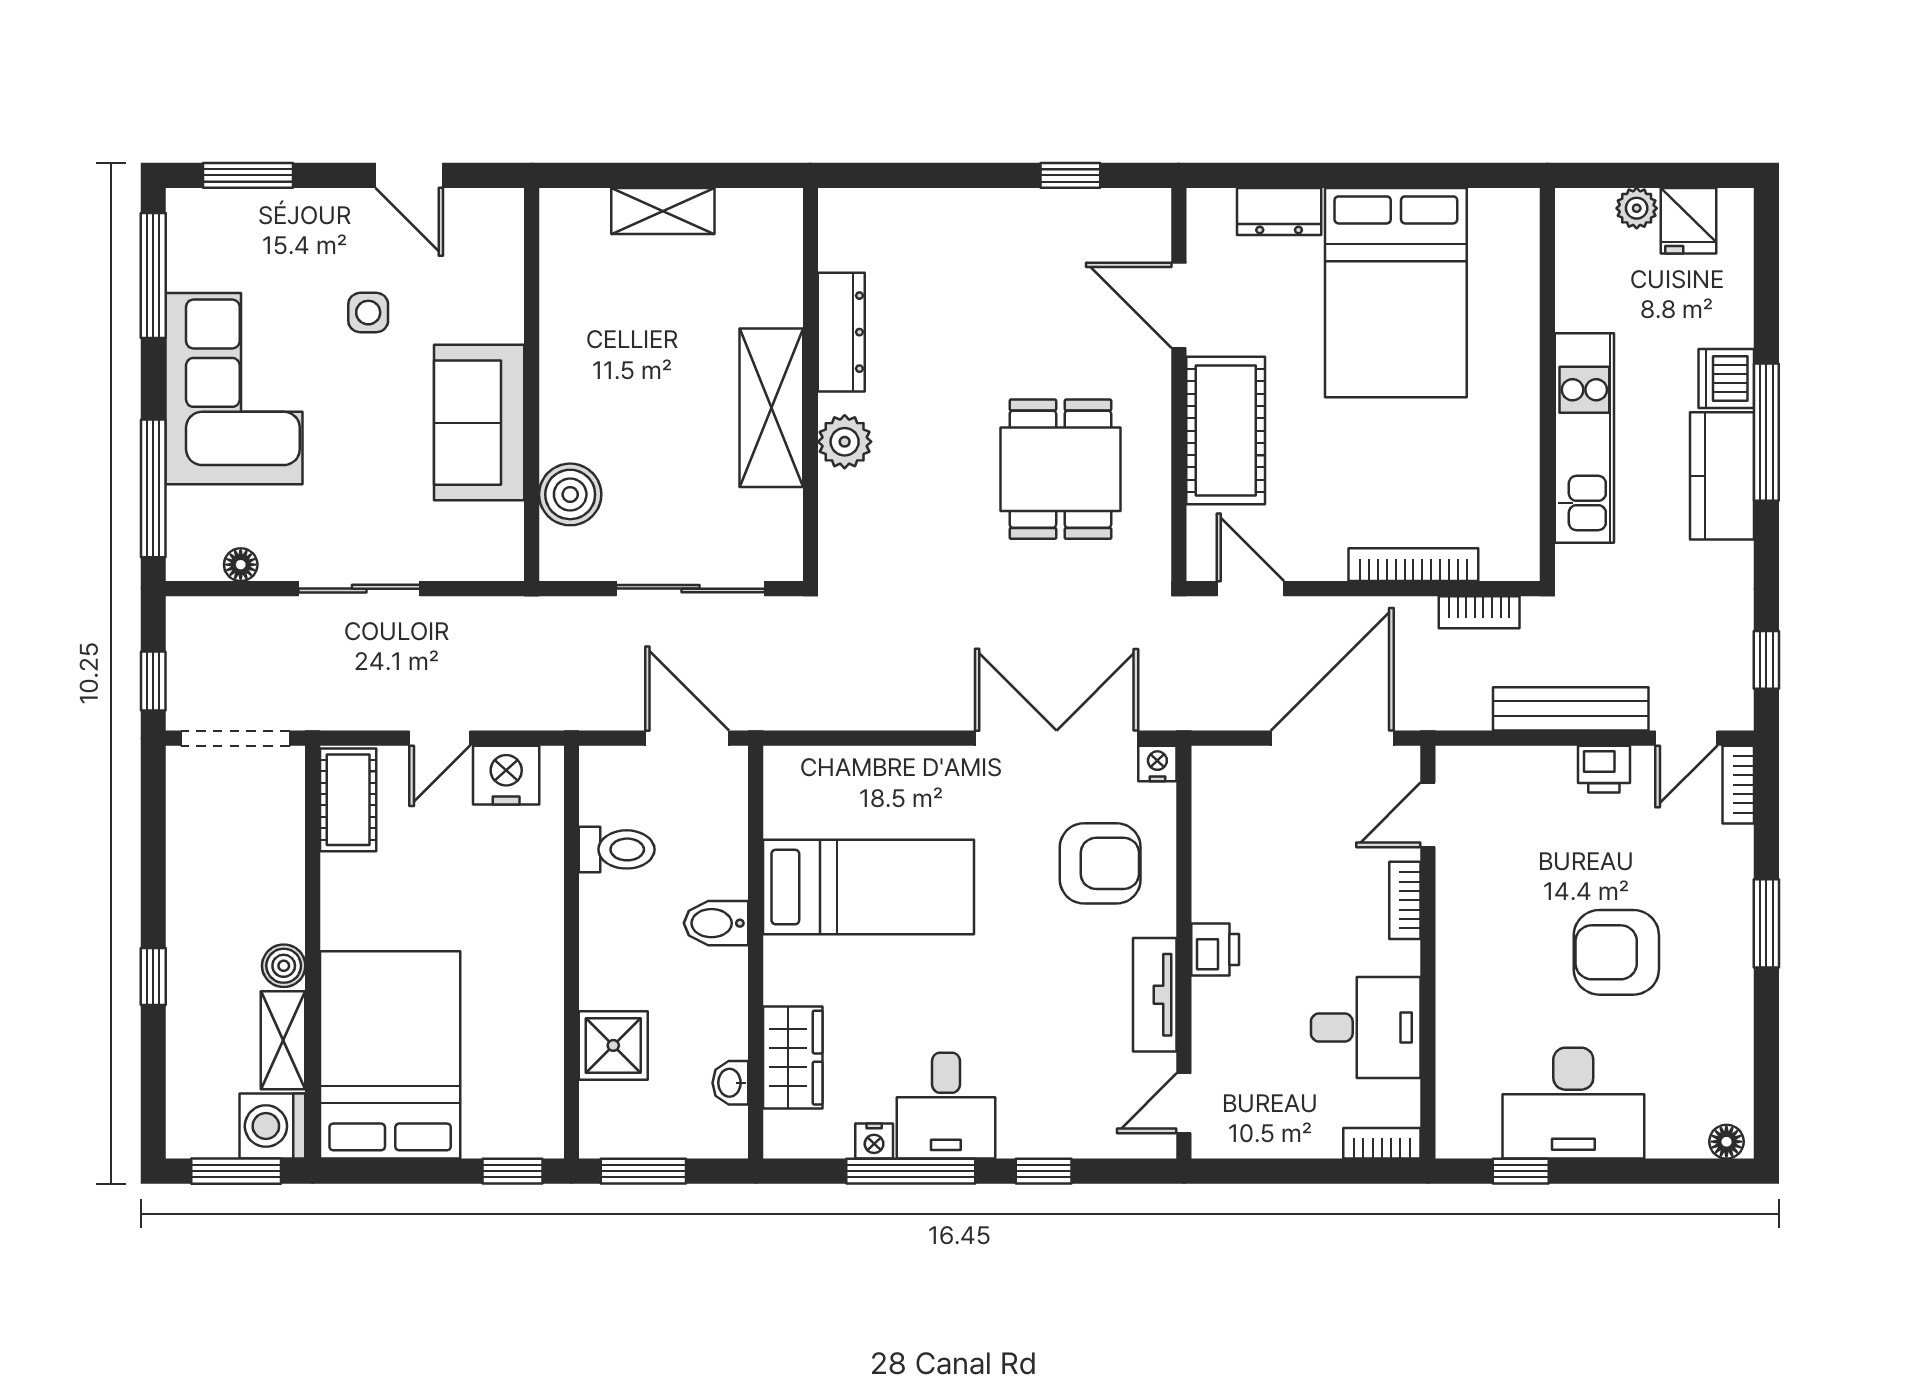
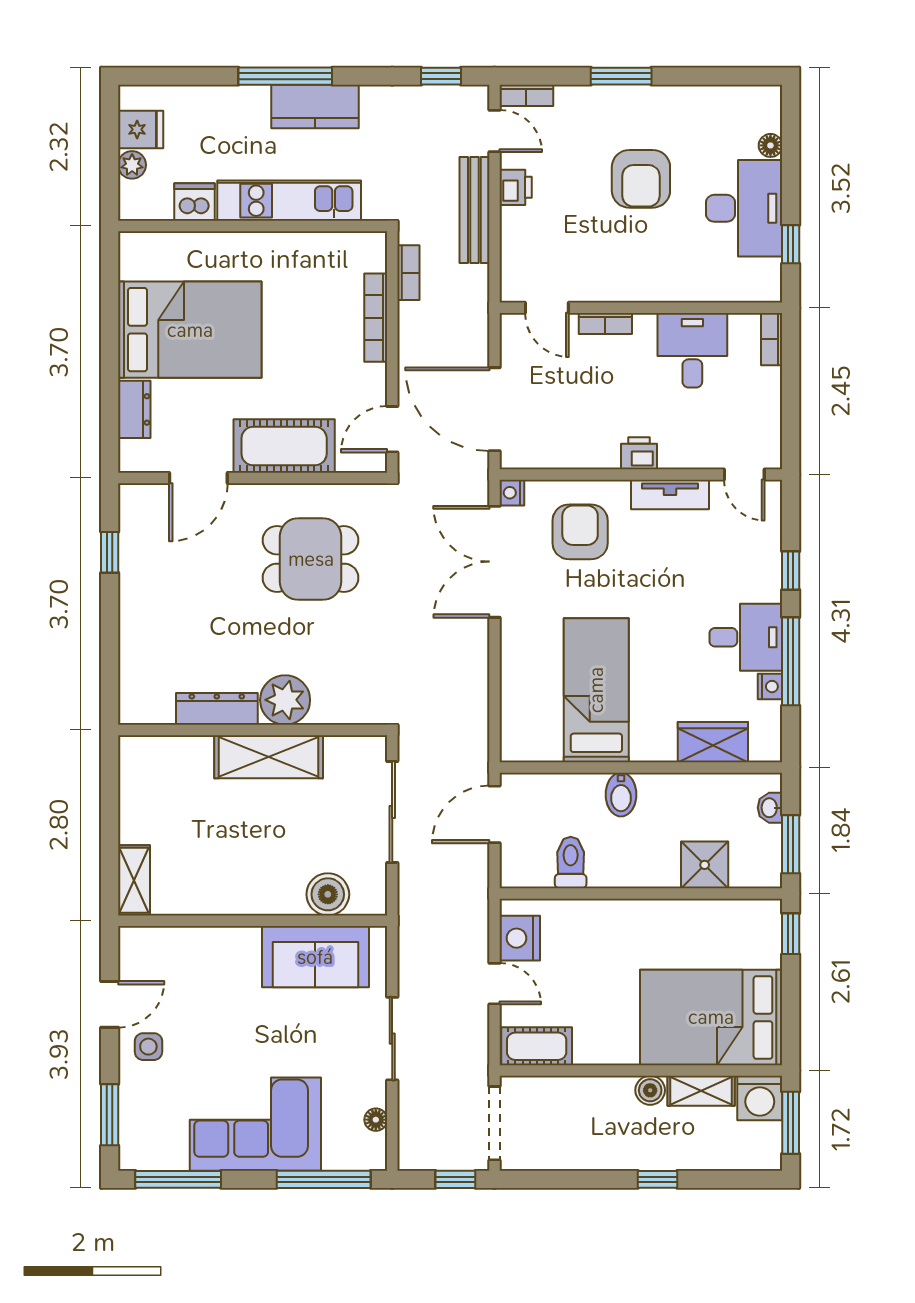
shelving: (663, 211) -> (134, 880), moved
side table: (368, 313) -> (148, 1047), moved
dishwasher: (1726, 378) -> (195, 202), moved, turned 180
sofa: (479, 423) -> (315, 957), moved
plant: (845, 442) -> (285, 700), width x1.36, depth x1.36
door: (1332, 738) -> (494, 409), moved
washbasin: (730, 1083) -> (770, 808), moved, turned 90
floor lamp: (1726, 1142) -> (770, 145), moved

